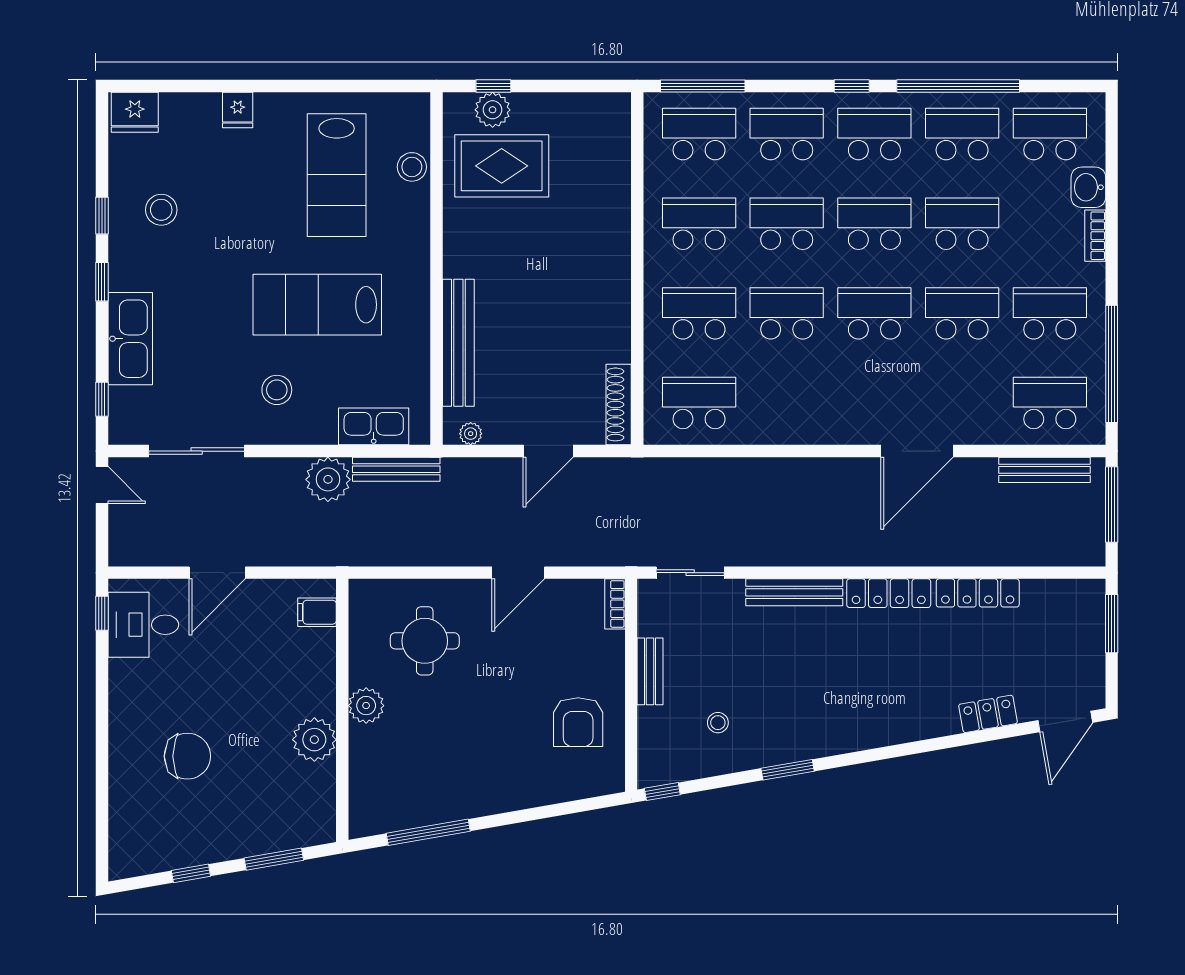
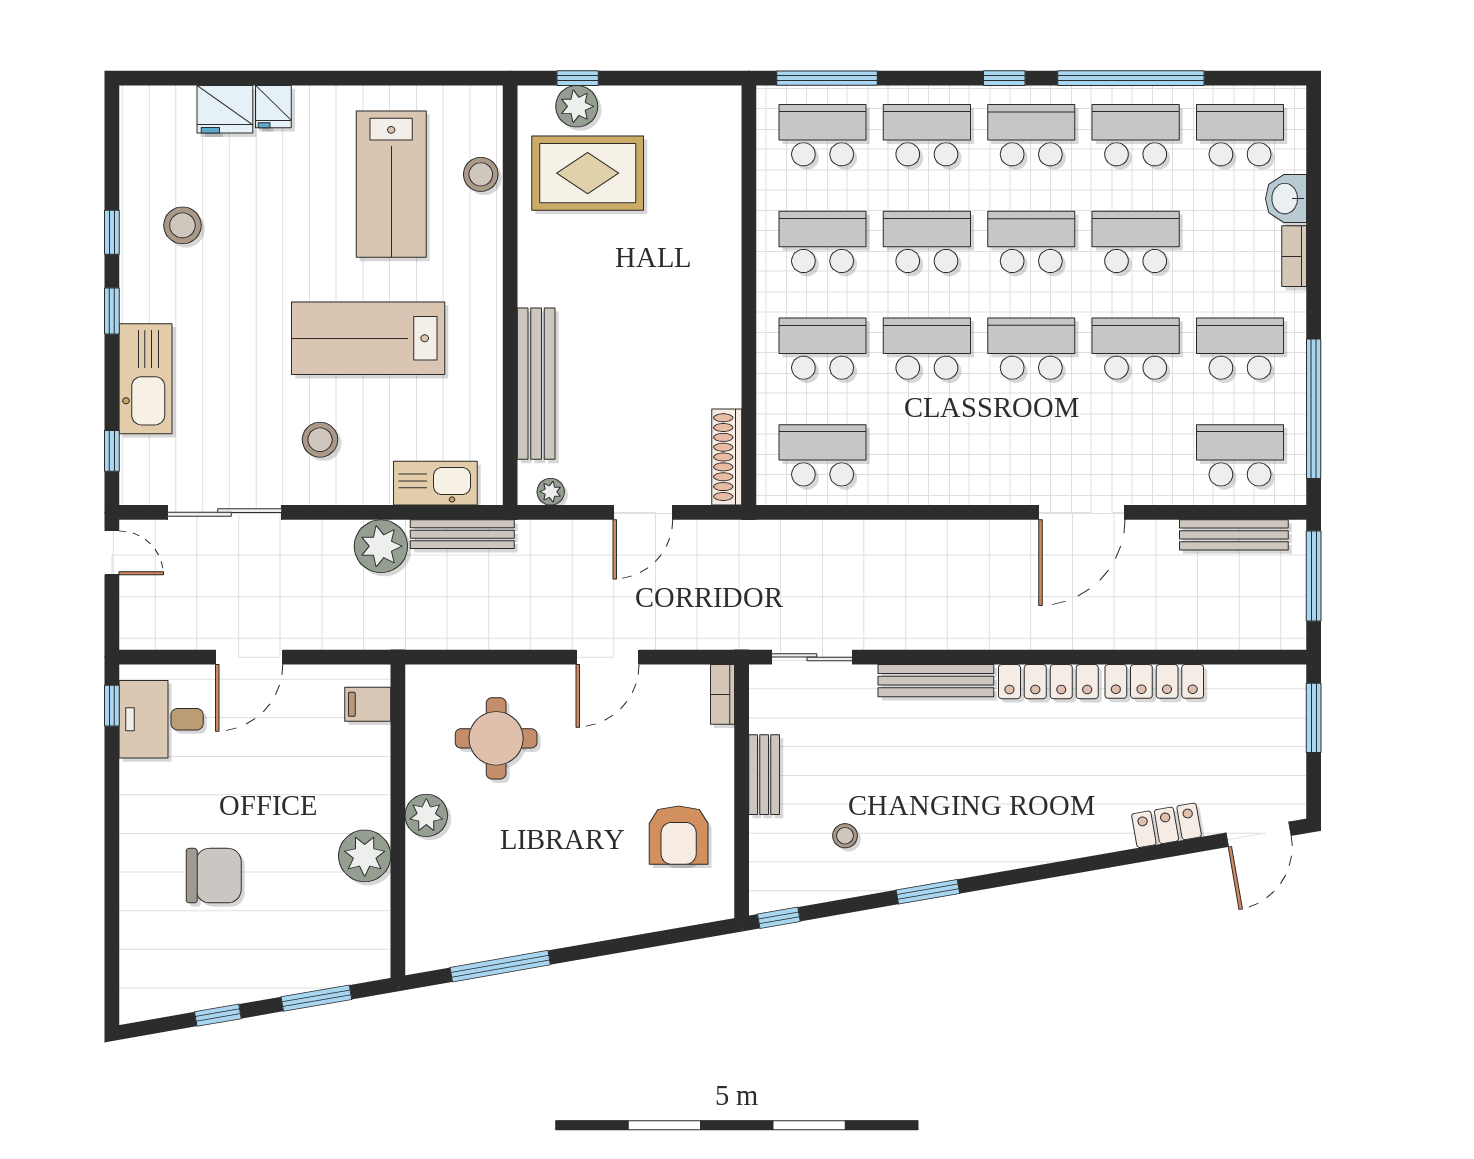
fridge: (135, 112) -> (225, 109), moved

